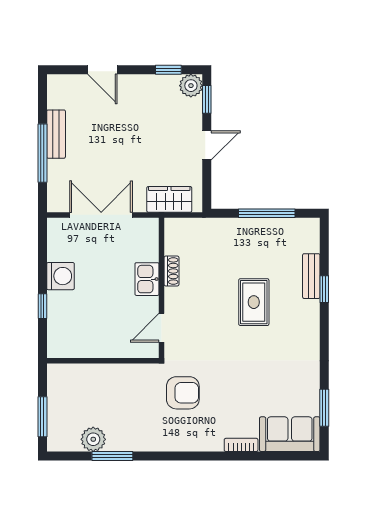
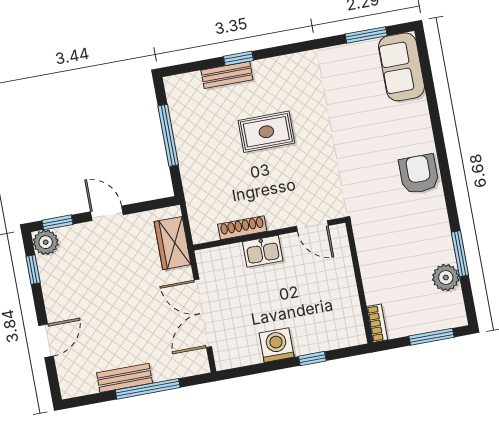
shoe rack: (172, 271) -> (242, 228), width x1.43
armchair: (183, 393) -> (419, 174), moved
bookcase: (241, 445) -> (377, 323), moved, turned 180

